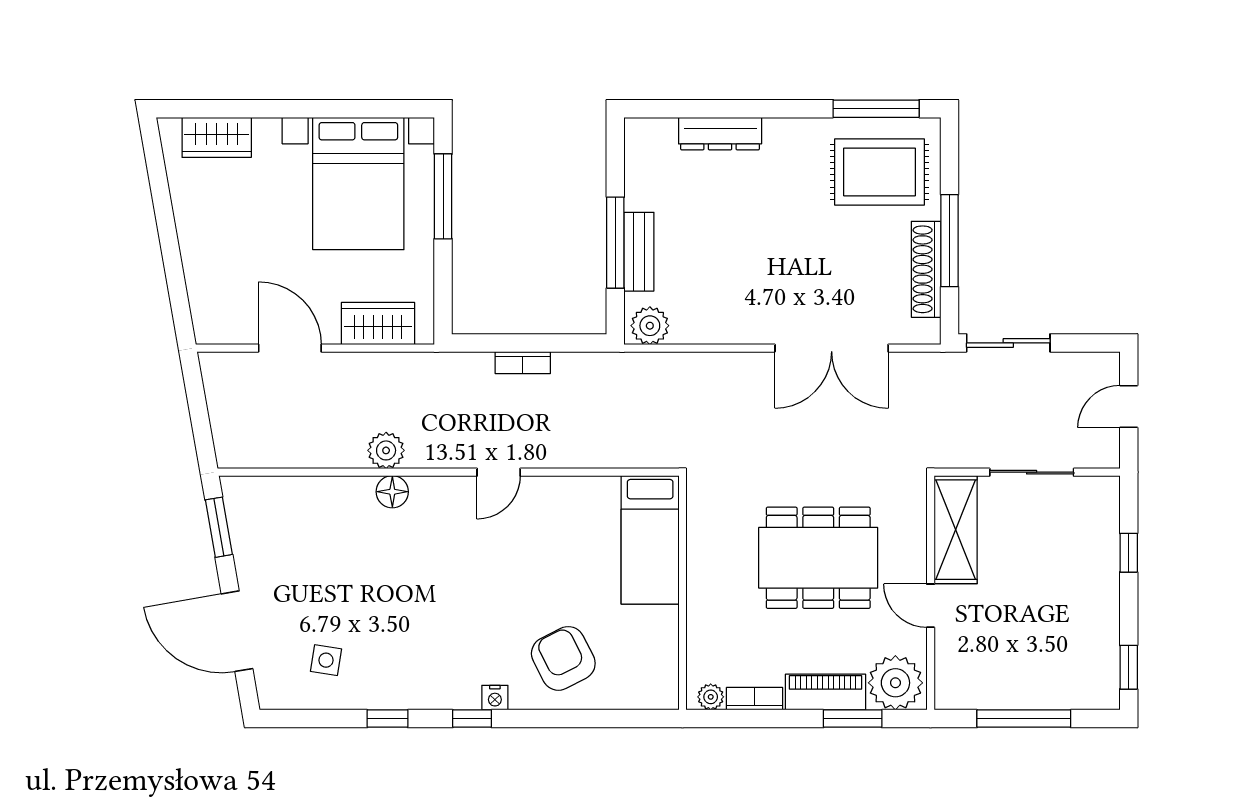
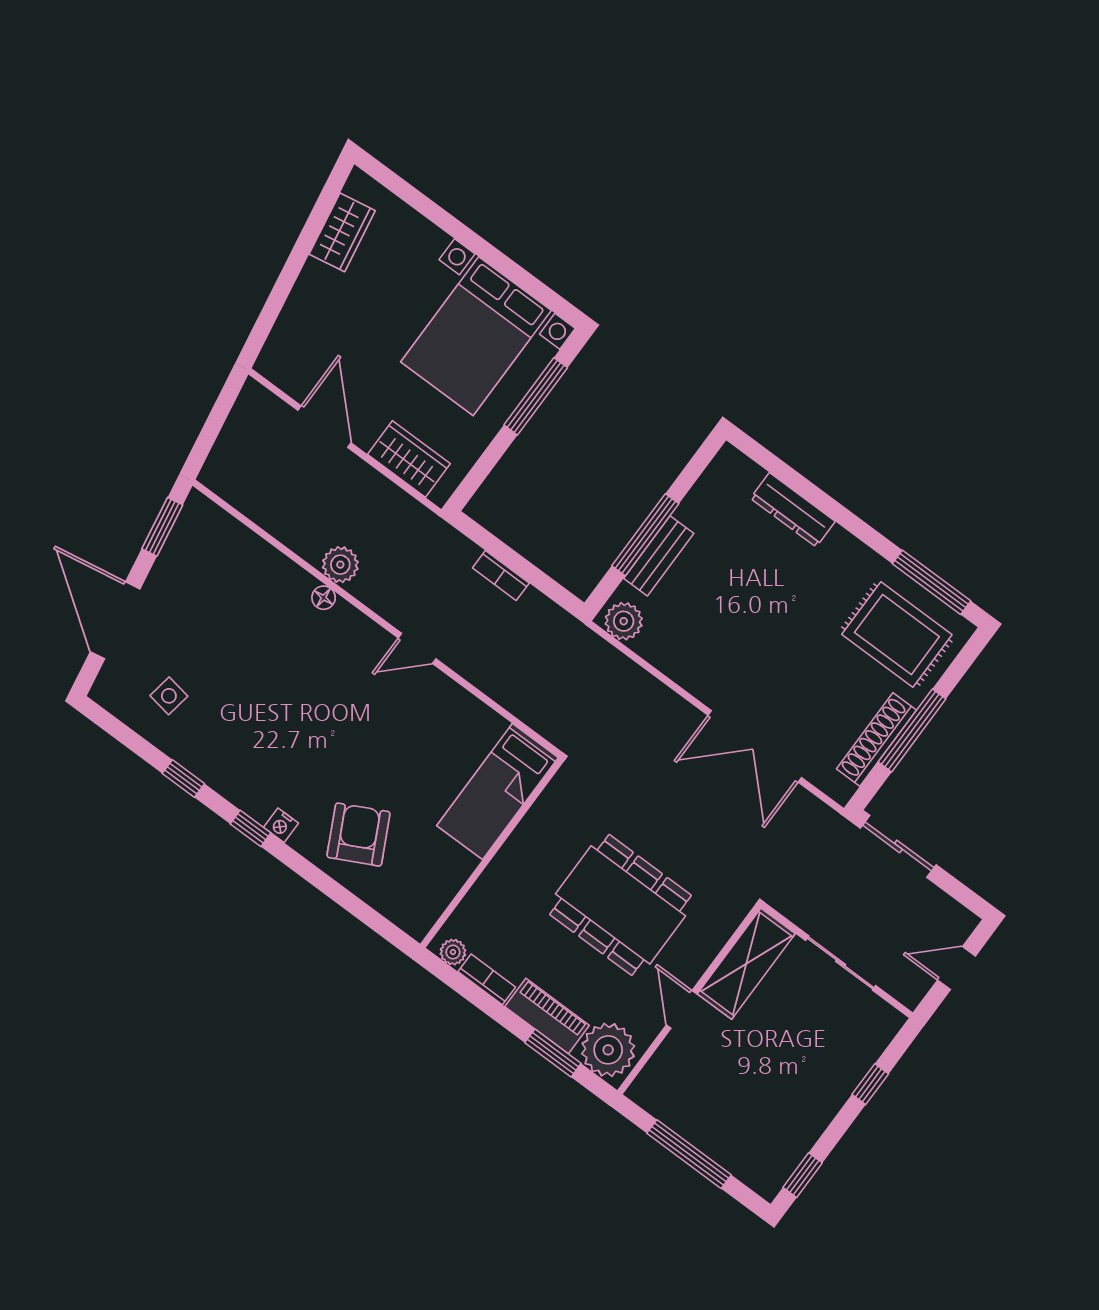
wardrobe: (217, 137) -> (342, 232), moved, turned -100
floor lamp: (392, 492) -> (324, 598), width x0.73, depth x0.73

